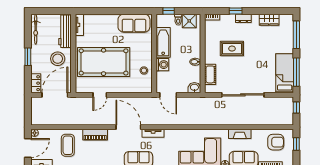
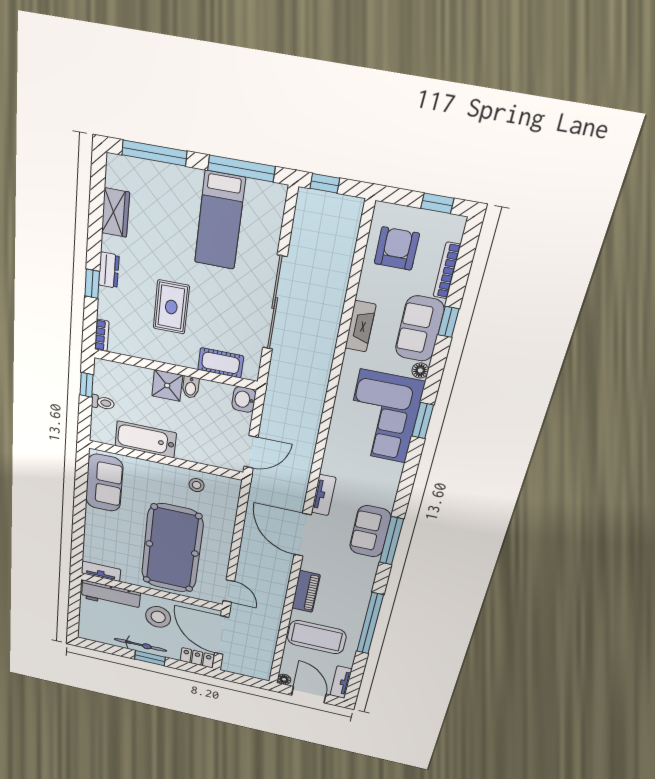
window: (169, 11) -> (86, 385), moved
shower: (189, 21) -> (167, 386), moved
bicycle: (36, 29) -> (140, 645), moved
washing machine: (162, 65) -> (189, 450), removed
bed: (285, 73) -> (220, 221), moved, turned -90
door: (100, 95) -> (229, 591), moved
door: (128, 127) -> (303, 535), hinge flipped
window: (296, 144) -> (437, 203), moved
coffee table: (68, 145) -> (317, 637), width x1.36, depth x1.32

